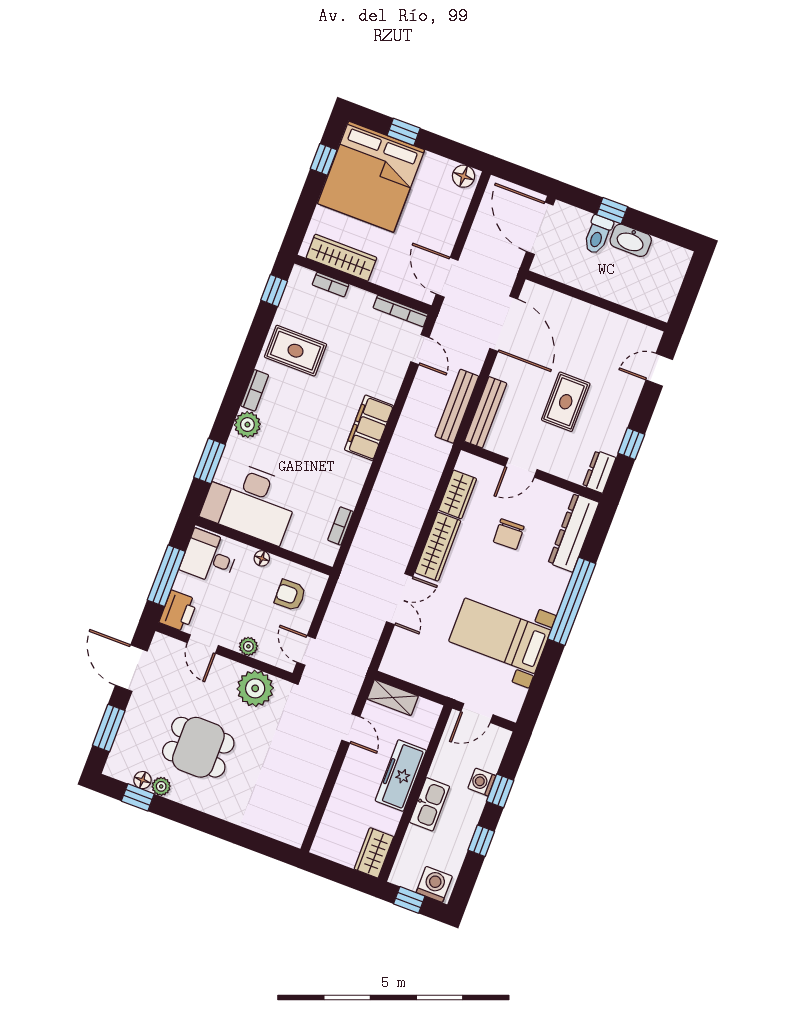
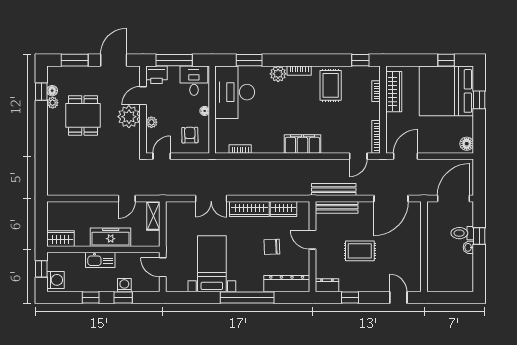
washbasin: (631, 240) -> (468, 247), width x0.52, depth x0.69
plant: (255, 688) -> (129, 117), moved

